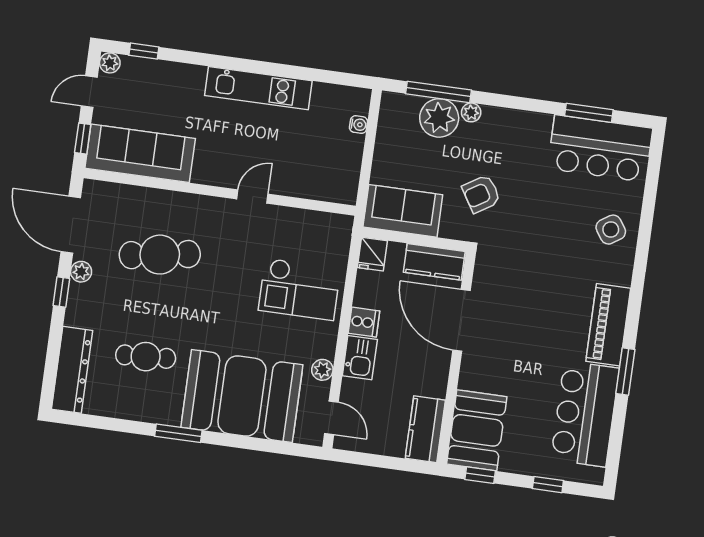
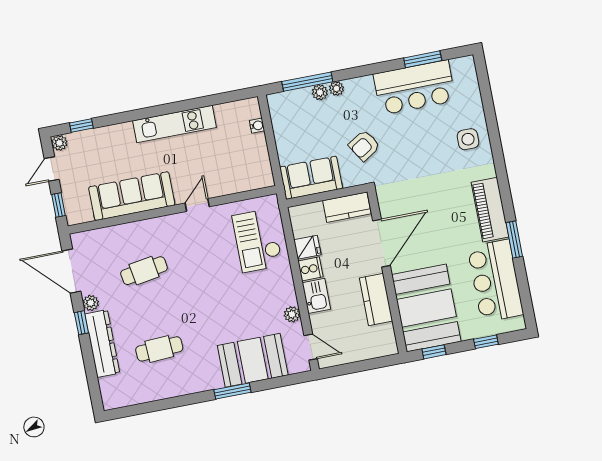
plant: (439, 118) -> (320, 92), width x0.53, depth x0.53
bar counter: (600, 148) -> (414, 87), moved
sofa: (140, 153) -> (132, 196), moved
side table: (611, 230) -> (468, 139), turned 34
fridge: (372, 254) -> (307, 247), moved, turned -90
cafe table: (160, 255) -> (144, 271), width x0.73, depth x0.74
checkout: (299, 289) -> (257, 240), moved, turned 90
door: (461, 320) -> (381, 243), swing flipped
dresser: (72, 370) -> (102, 344), moved
booth: (242, 396) -> (253, 360), width x0.73, depth x0.70
kitchen counter: (425, 429) -> (376, 300), moved
booth: (477, 430) -> (426, 308), width x1.36, depth x1.42
window: (178, 433) -> (232, 391), moved

